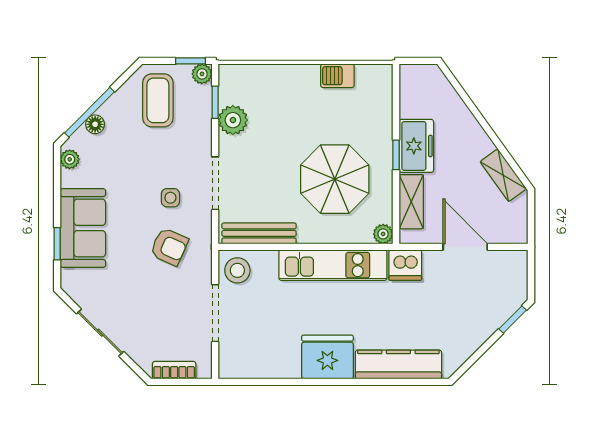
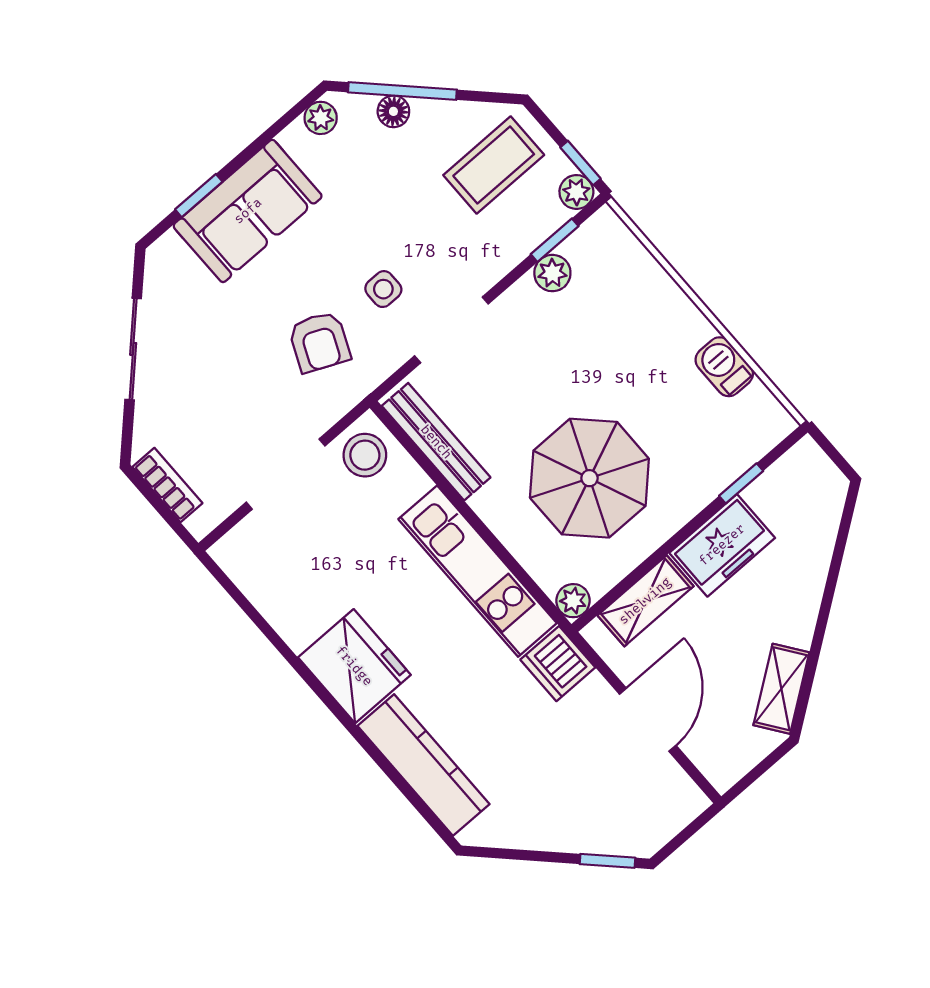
plant: (233, 120) -> (552, 273), width x0.73, depth x0.73
window: (396, 155) -> (741, 483), moved

